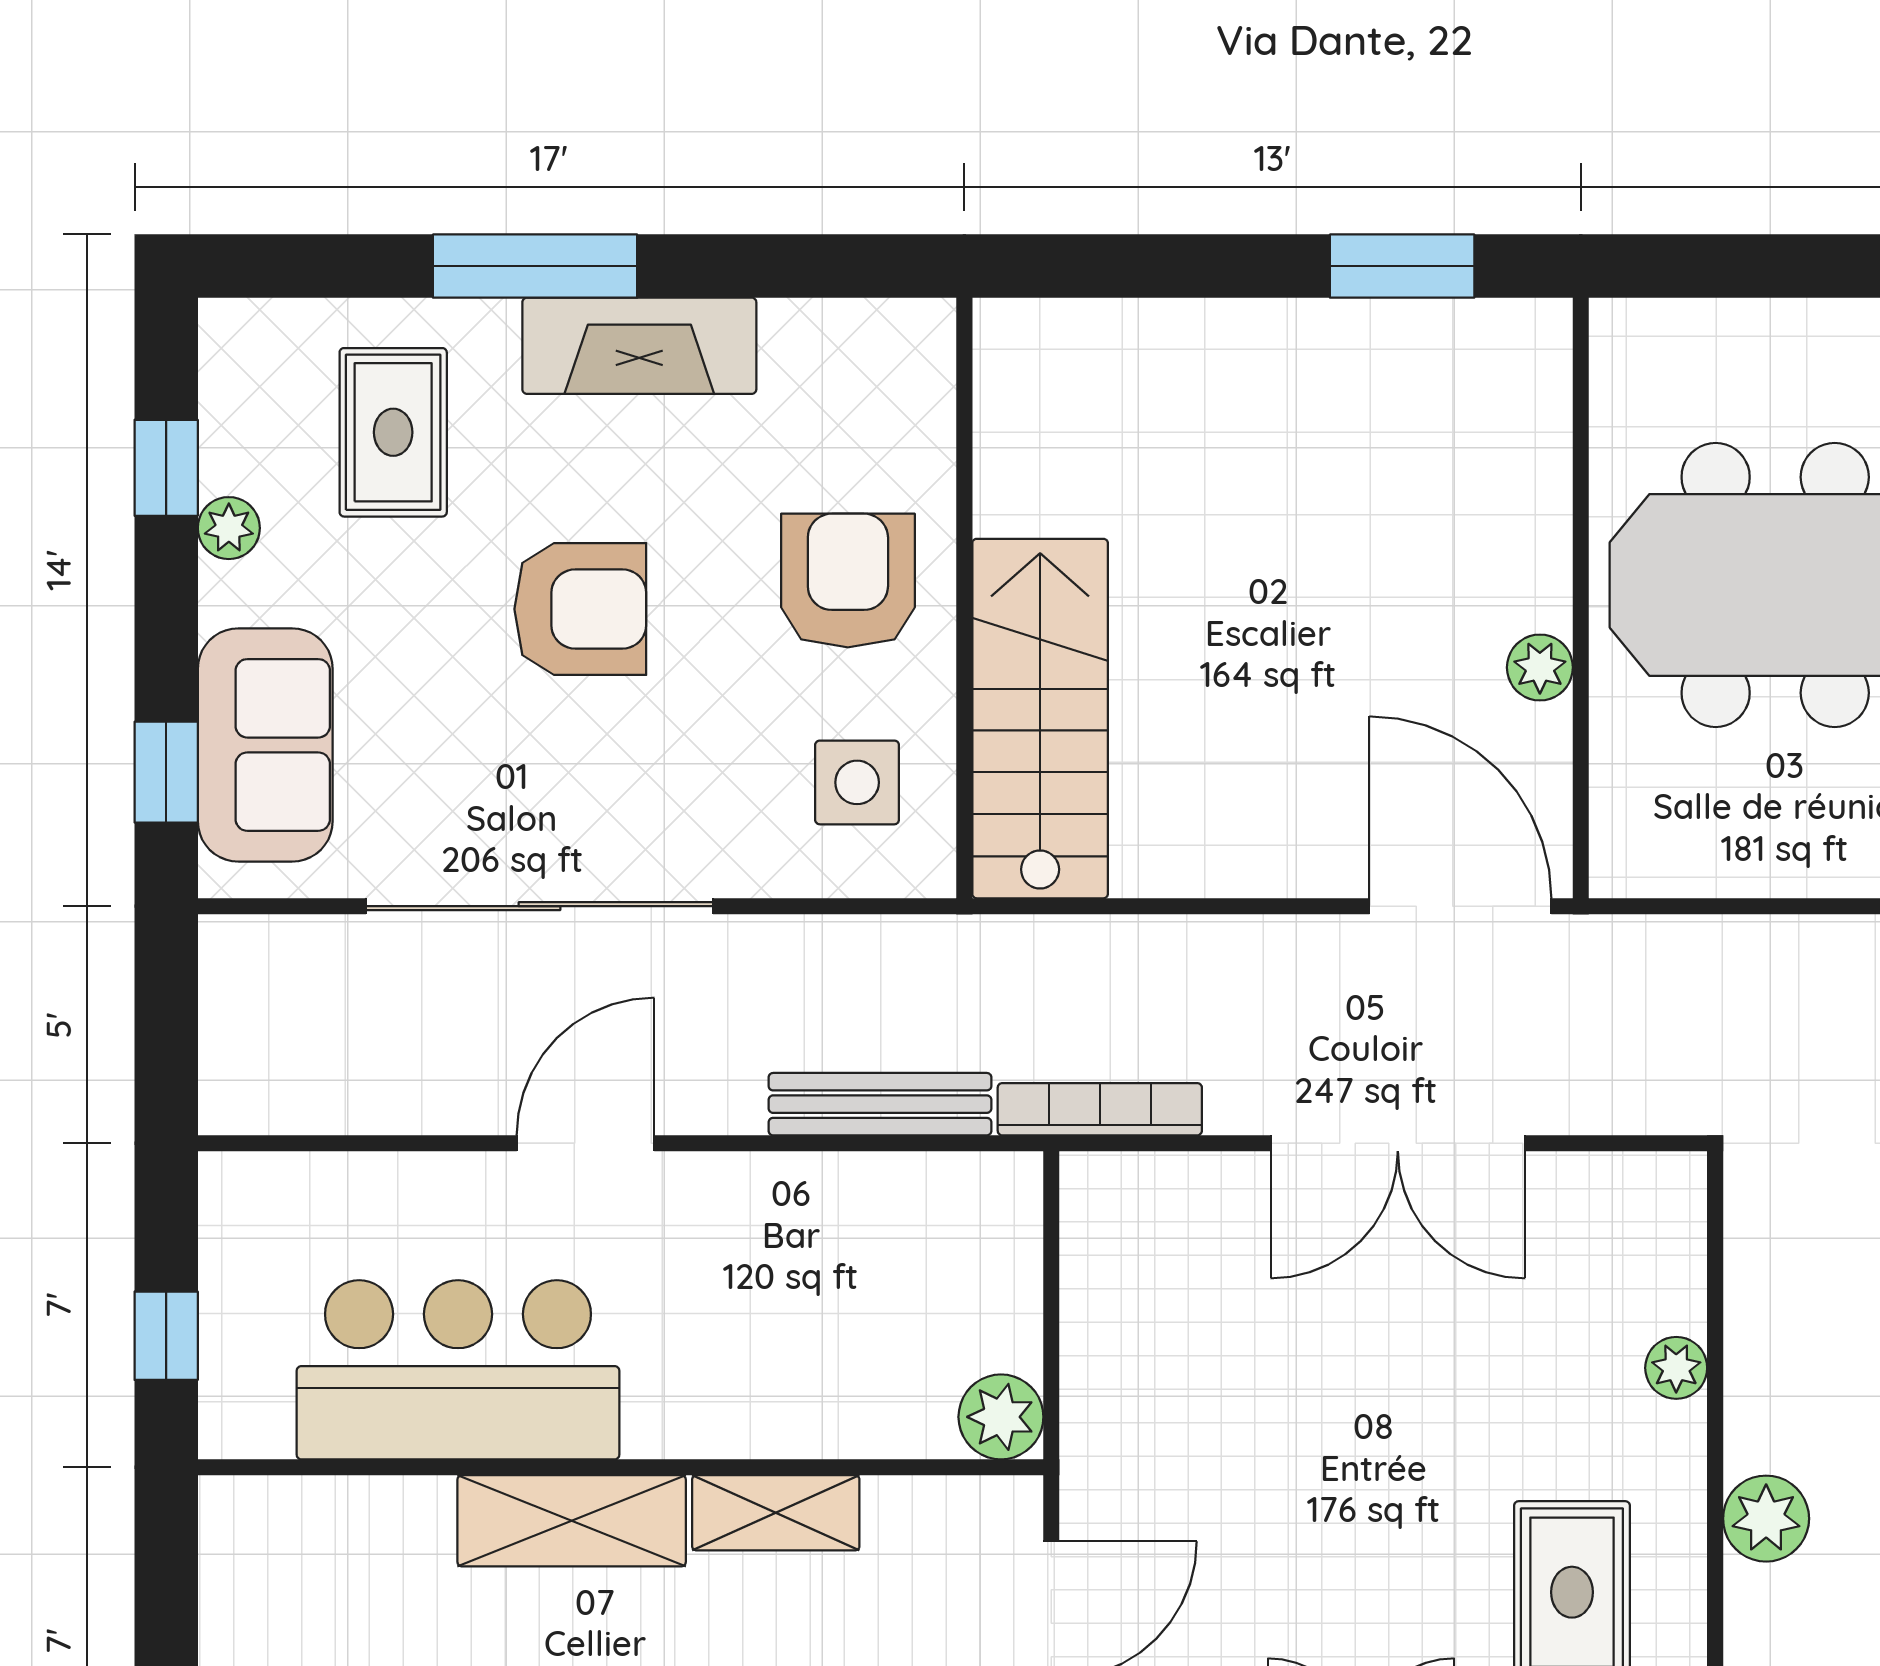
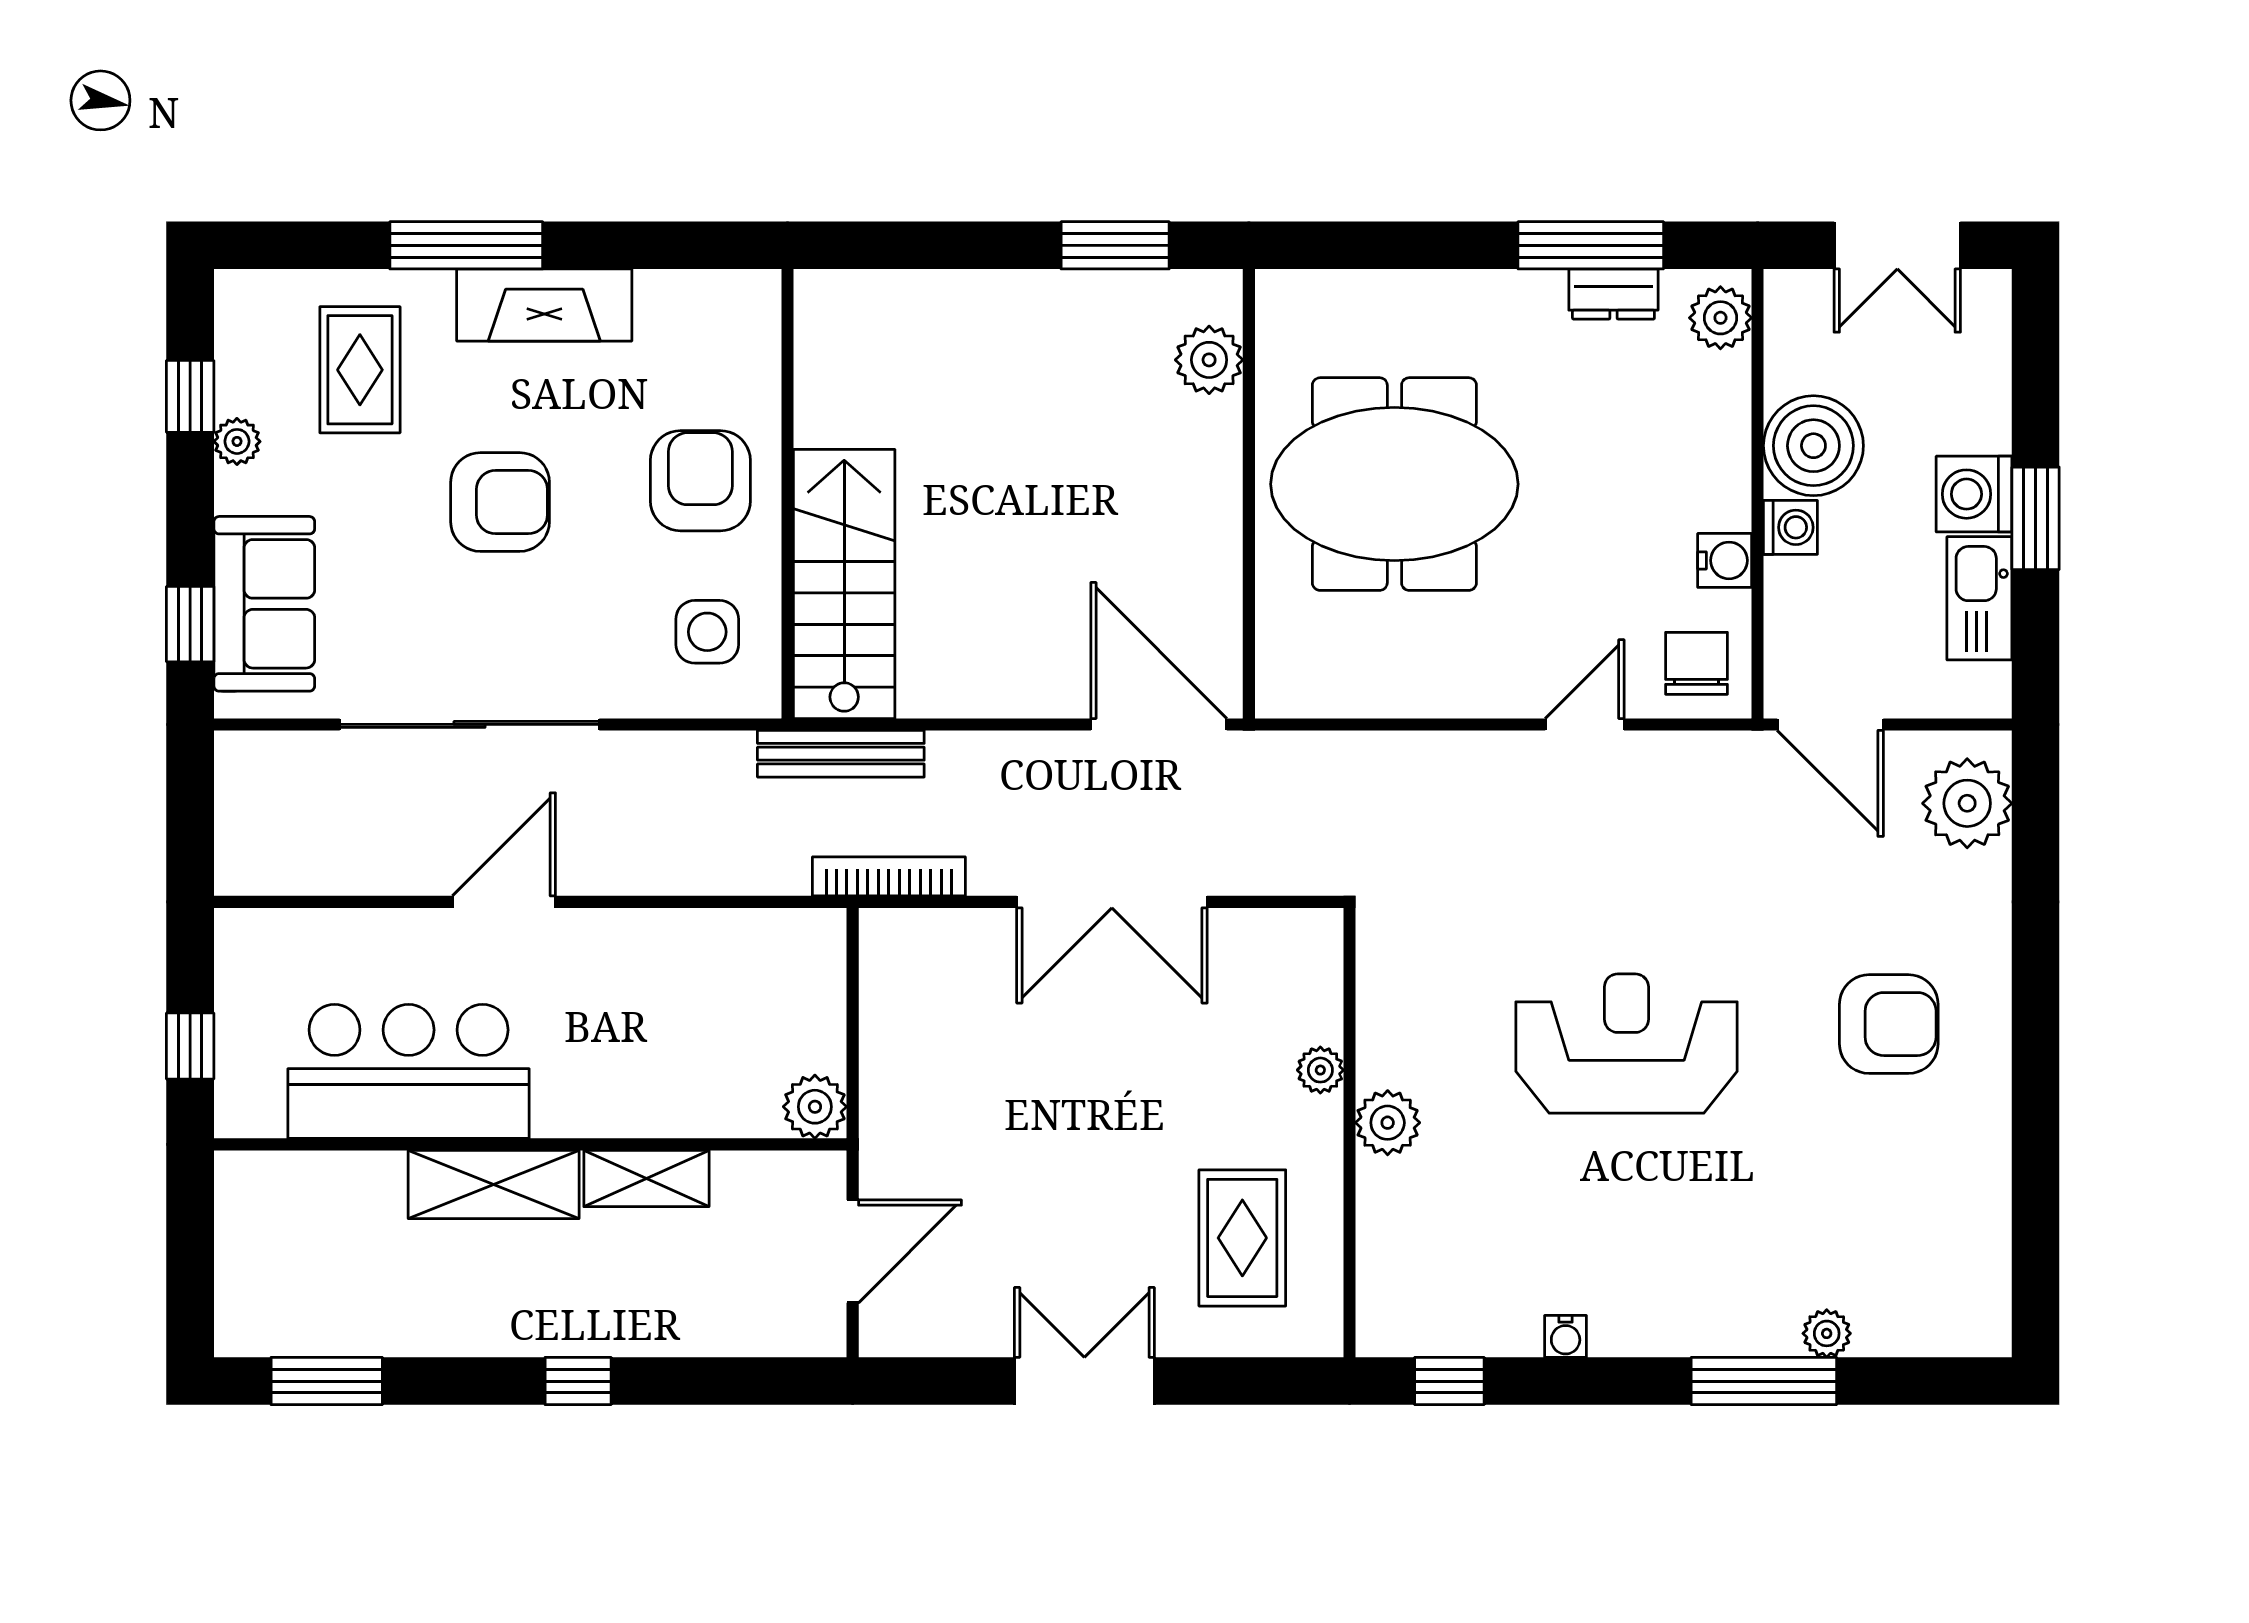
plant: (1540, 667) -> (1209, 360), moved, width x1.38, depth x1.38
bench: (880, 1104) -> (841, 754), moved
plant: (1766, 1519) -> (1388, 1123), moved

